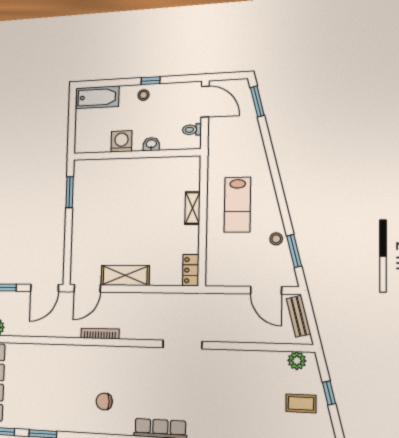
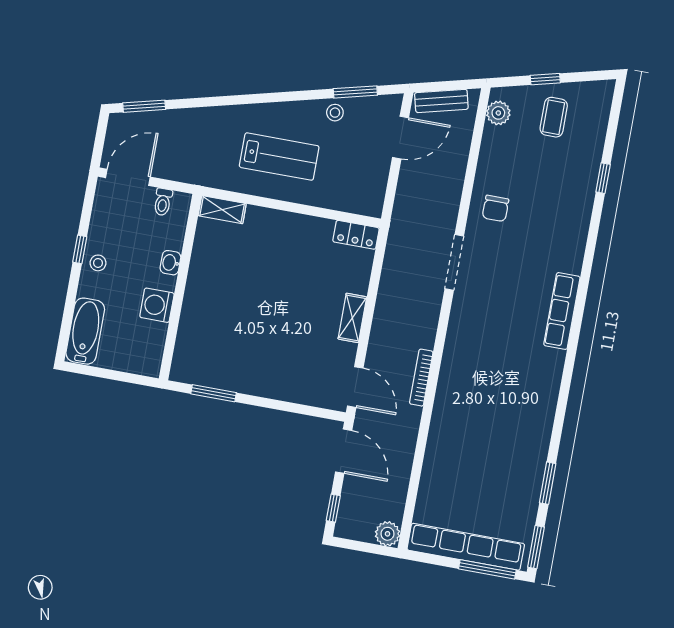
shelving: (193, 208) -> (222, 210), moved
shelving: (125, 275) -> (352, 318), width x0.67, depth x0.75
chair: (104, 401) -> (495, 208), moved

